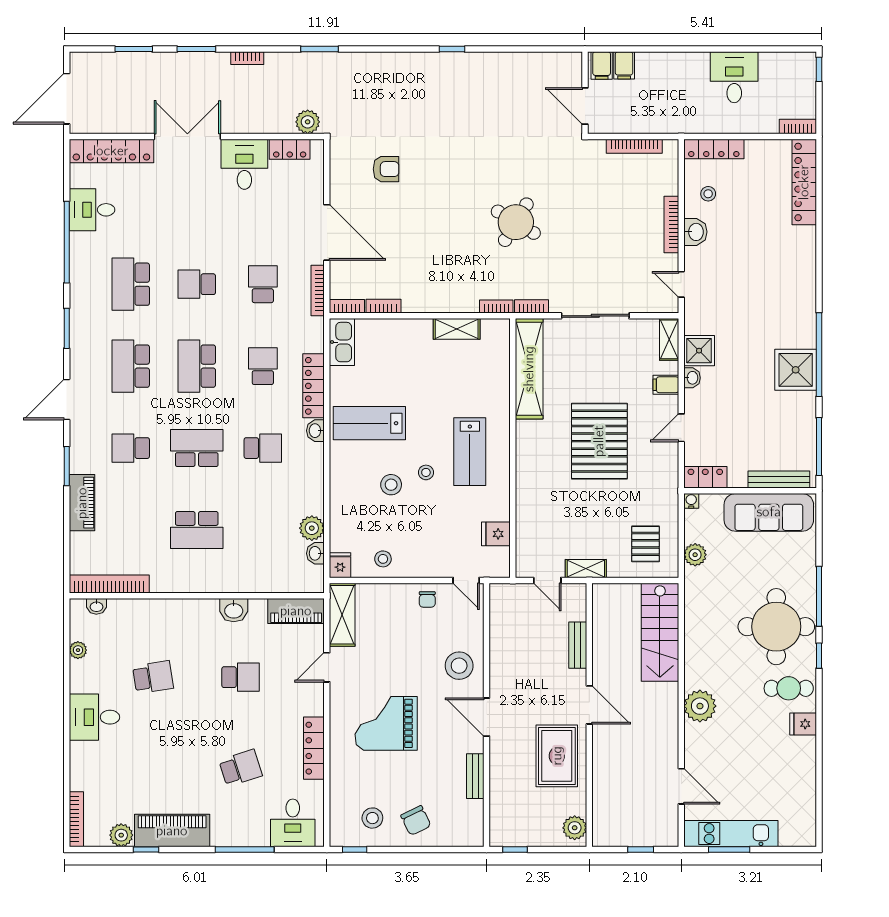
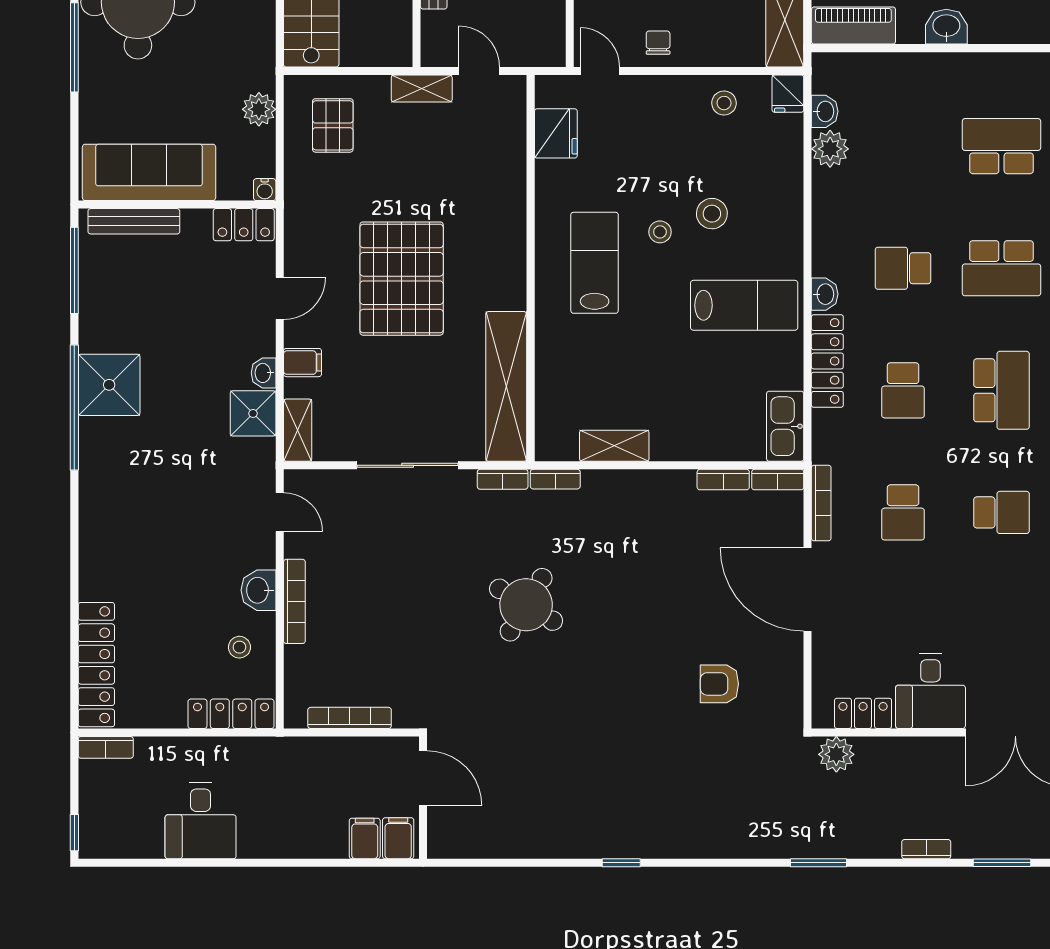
fridge: (496, 534) -> (556, 133), width x1.38

